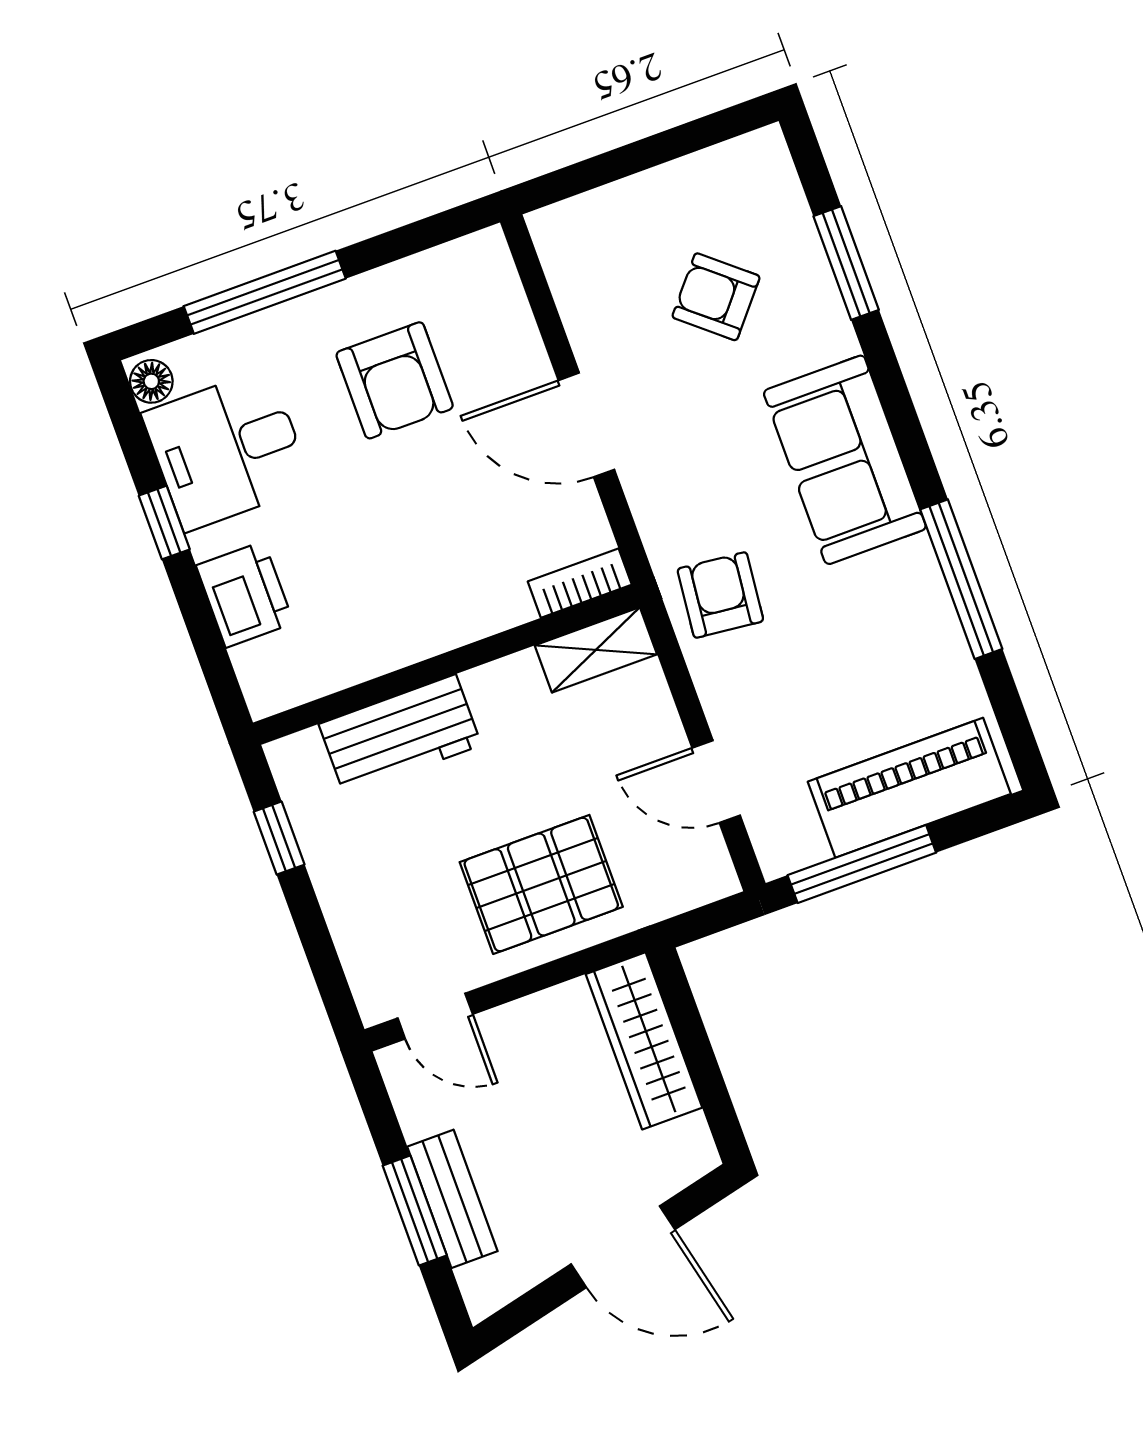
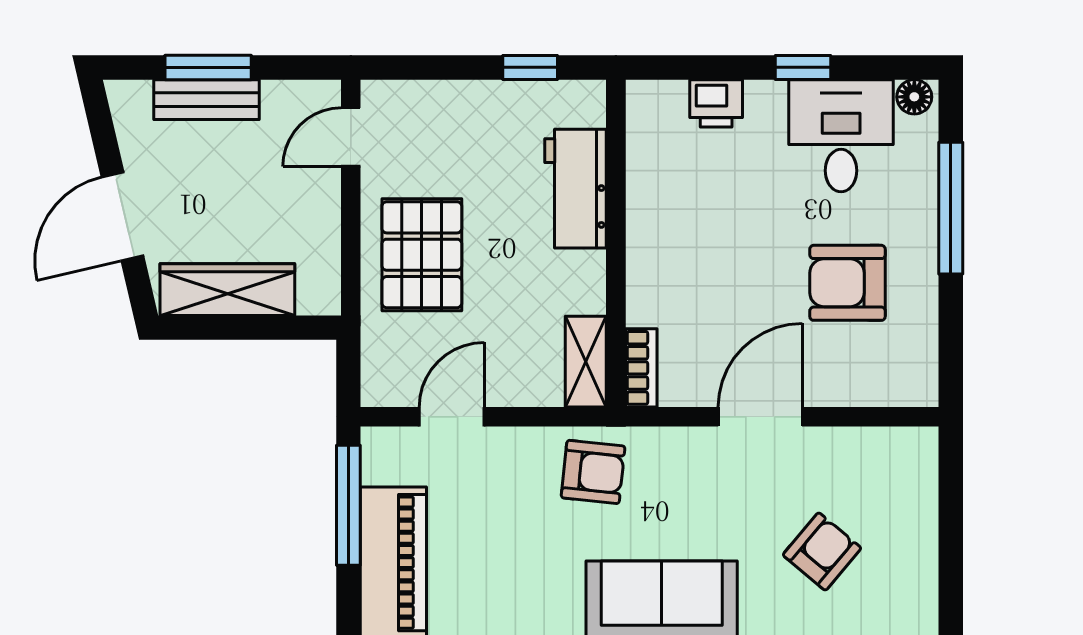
printer: (245, 594) -> (716, 103), width x0.73, depth x0.81
wardrobe: (644, 1041) -> (227, 290), moved

